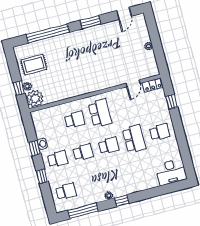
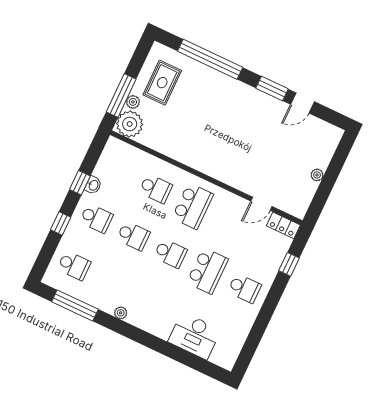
door: (124, 13) -> (302, 103), moved
rug: (34, 65) -> (162, 83), turned 90
window: (19, 88) -> (121, 96), width x2.17
desk: (171, 172) -> (194, 336), moved
window: (122, 201) -> (131, 332), removed

